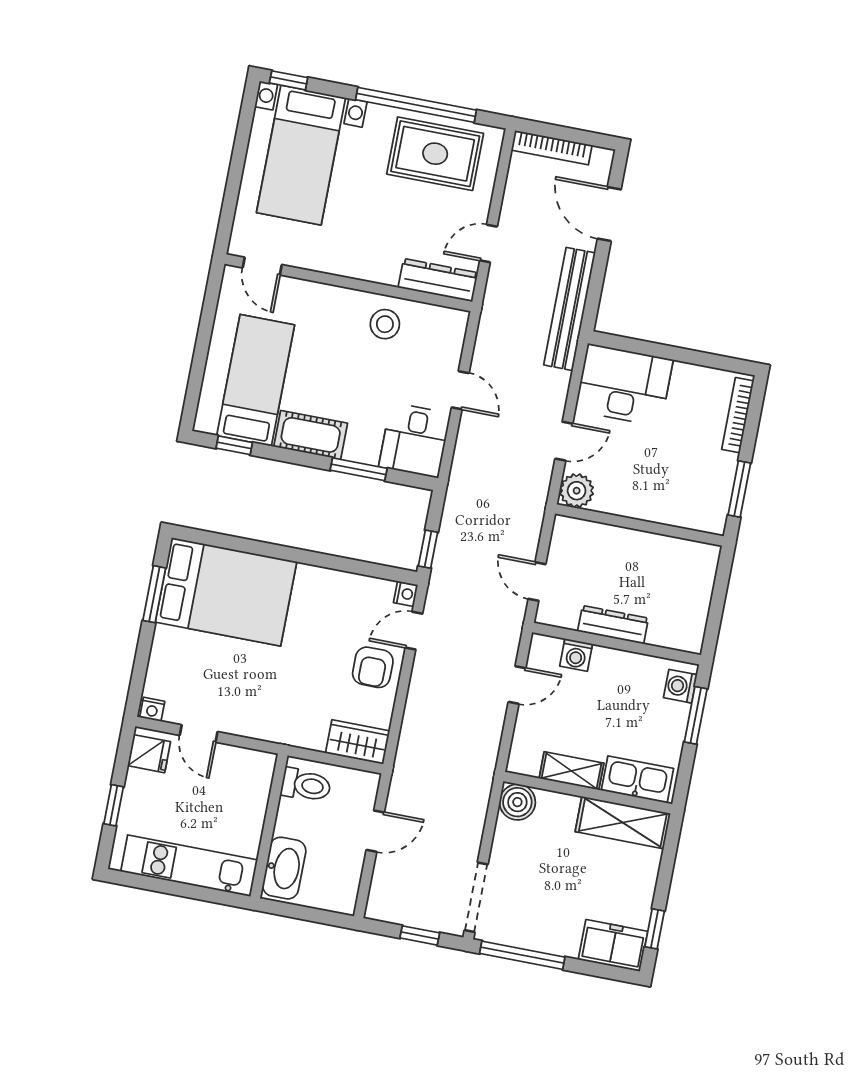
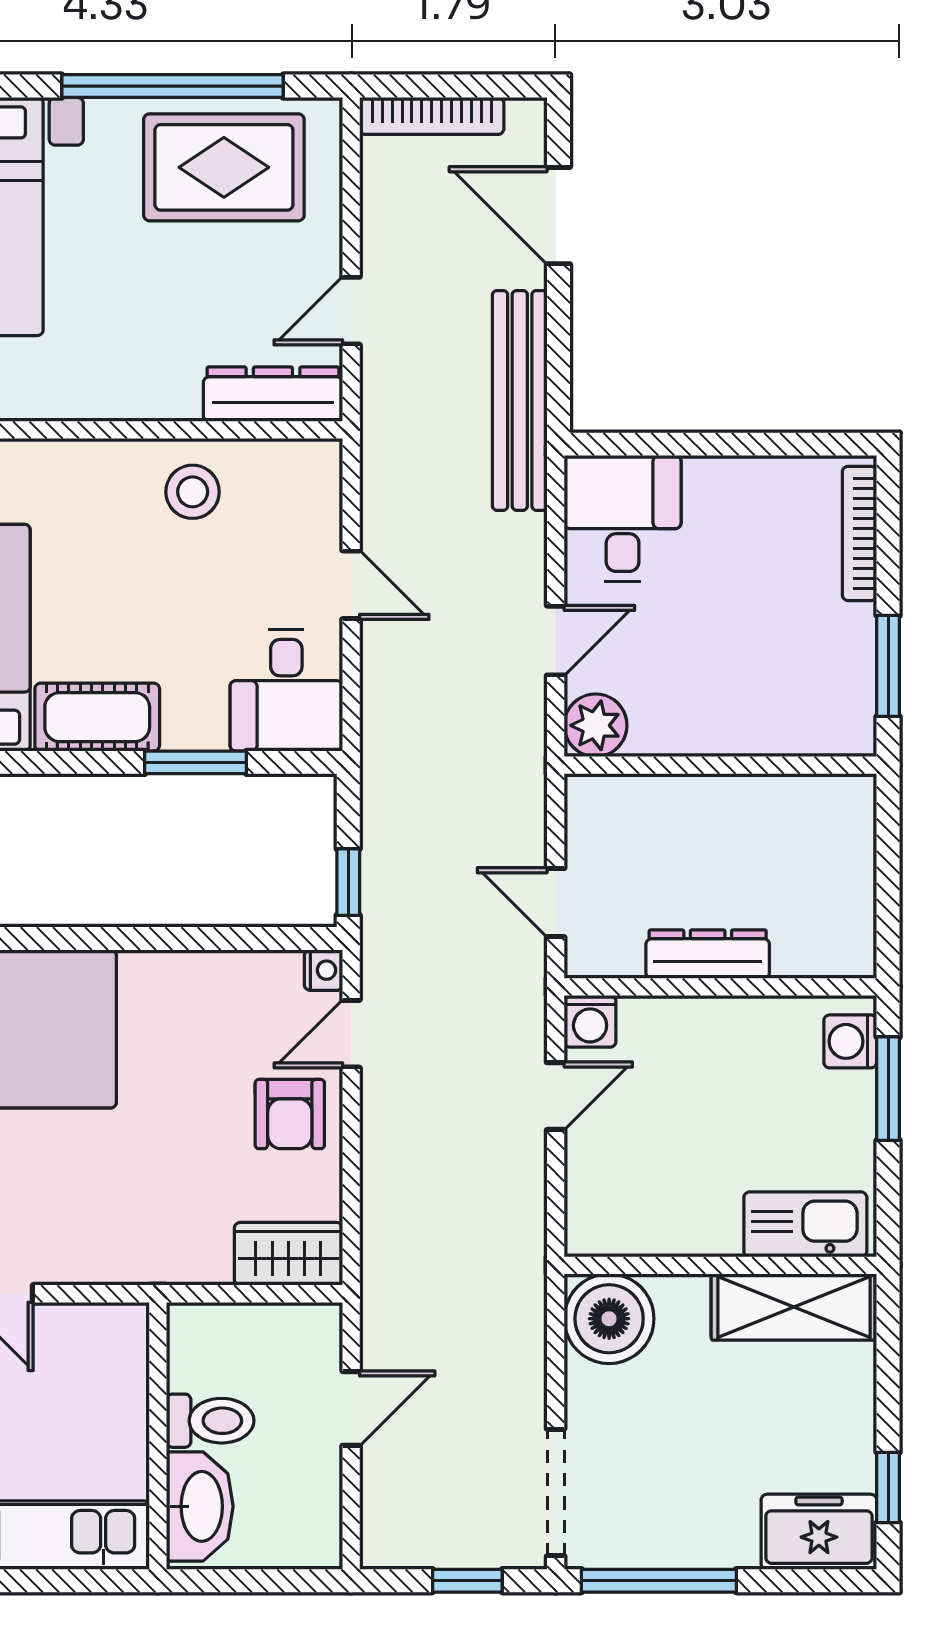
desk: (624, 385) -> (623, 519), width x0.73
washing machine: (576, 655) -> (590, 1021), moved
shelving: (571, 771) -> (684, 1232), removed
toilet: (306, 785) -> (210, 1421), moved
boiler: (517, 802) -> (609, 1319), width x1.37, depth x1.37

